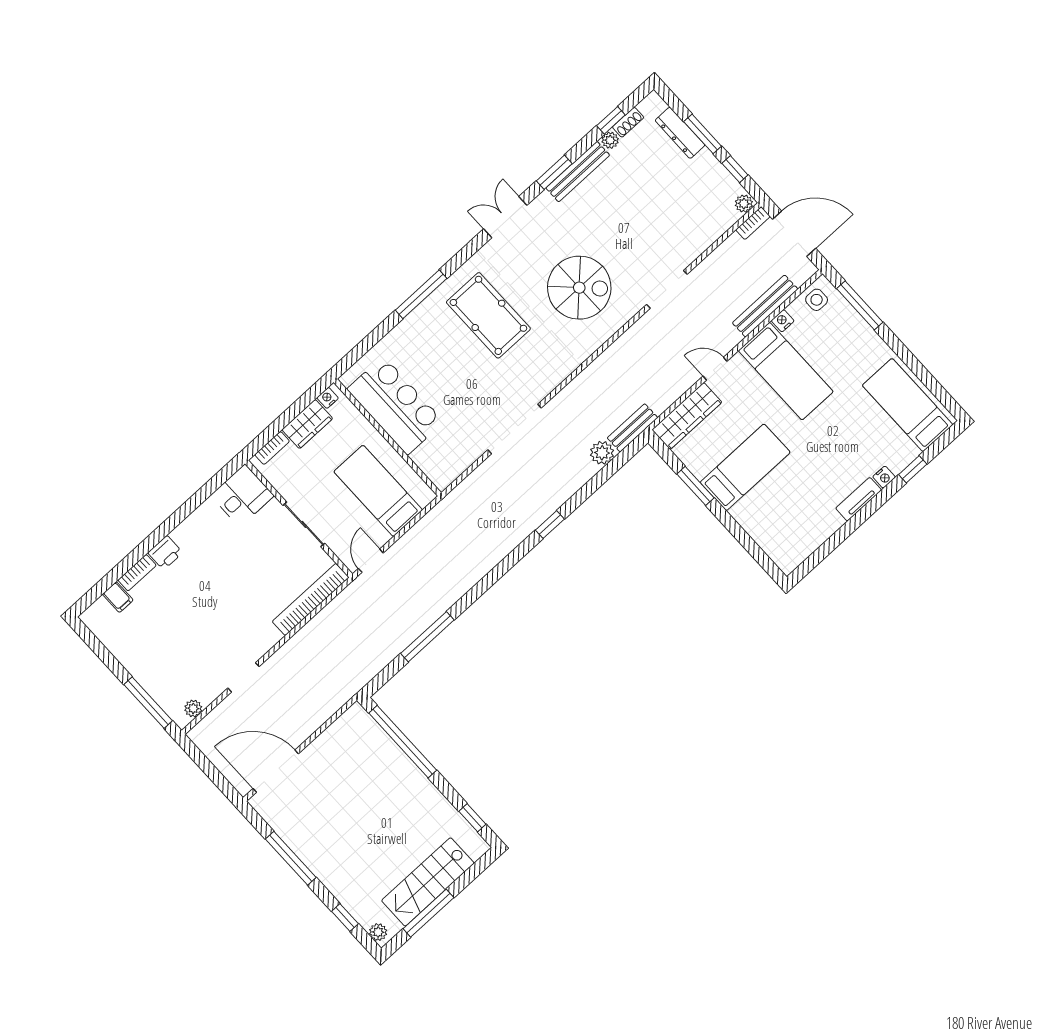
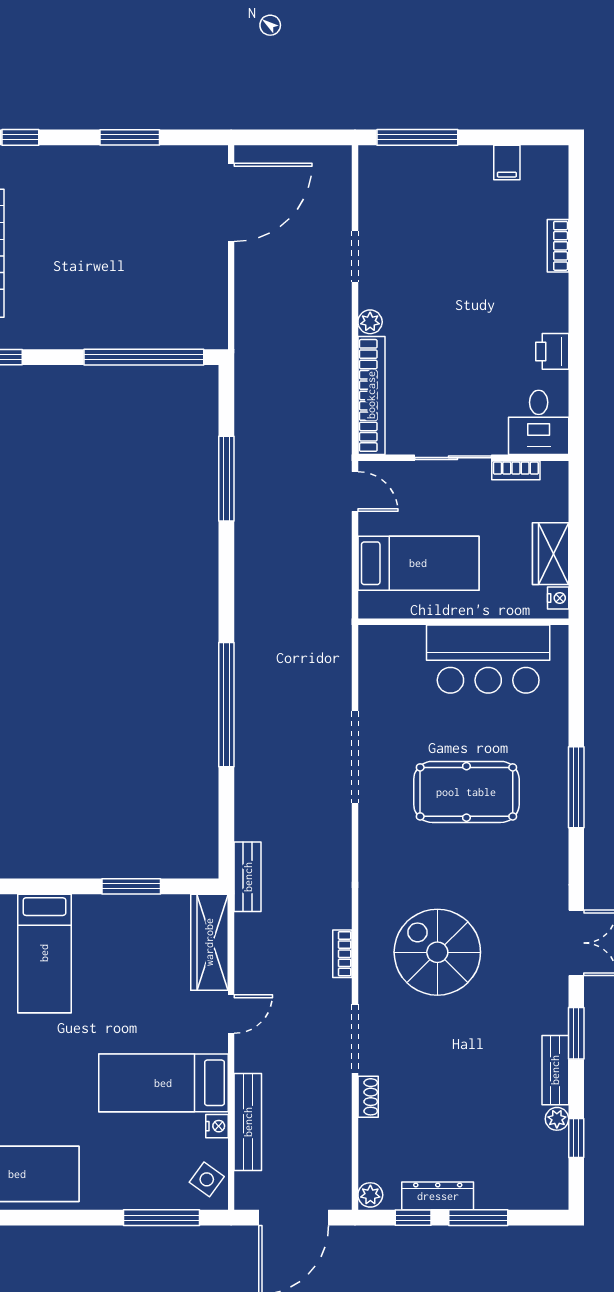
shoe rack: (628, 122) -> (368, 1097), moved, turned 180
dresser: (680, 133) -> (438, 1196), moved
bench: (578, 172) -> (555, 1070), width x0.73
bookcase: (753, 223) -> (342, 954), moved
spiral stairs: (579, 288) -> (437, 952), turned 90
side table: (817, 300) -> (207, 1179), turned 36
pool table: (488, 315) -> (466, 792), moved
bookcase: (272, 448) -> (516, 470), moved, turned -90
plant: (602, 453) -> (250, 823), removed
bed: (745, 467) -> (44, 953), moved
window: (550, 525) -> (226, 705), width x3.17
printer: (165, 553) -> (552, 351), moved
filing cabinet: (118, 597) -> (507, 162), moved, turned -90
plant: (193, 708) -> (370, 322), moved
window: (291, 858) -> (130, 137), width x0.69

